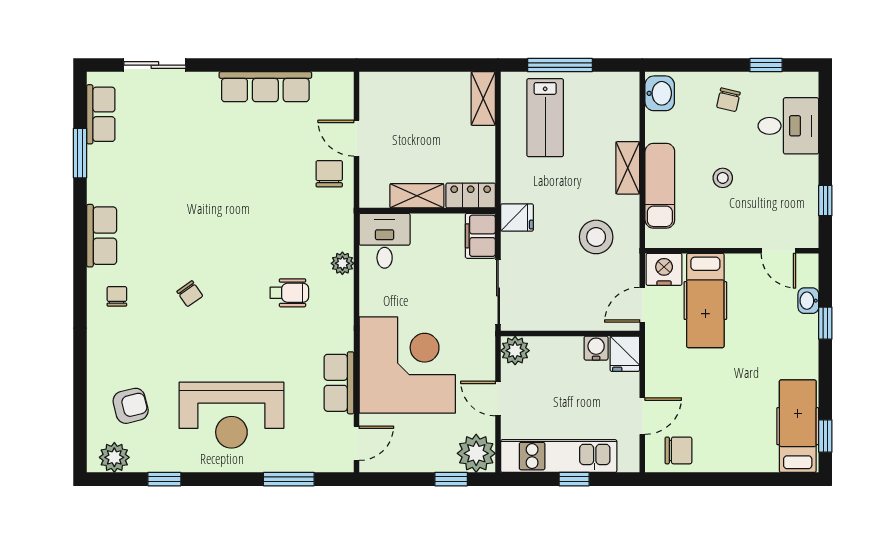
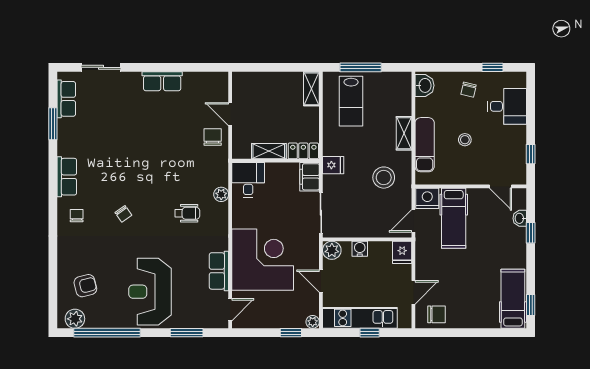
row of seats: (265, 87) -> (162, 81), width x0.68
water cooler: (596, 348) -> (360, 249), moved
reception desk: (231, 415) -> (150, 292), turned 90
plant: (476, 453) -> (313, 322), width x0.53, depth x0.53
window: (164, 479) -> (107, 333), width x3.17

